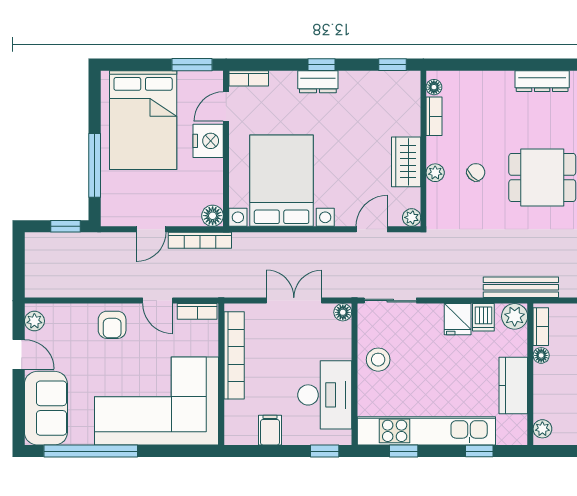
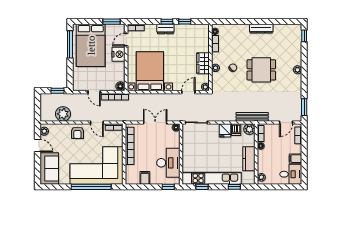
window: (393, 65) -> (185, 22), moved
window: (95, 165) -> (70, 44), moved
door: (151, 229) -> (94, 92), hinge flipped
plant: (78, 280) -> (63, 114), added
stool: (378, 360) -> (191, 148), removed
window: (91, 451) -> (91, 187), moved

